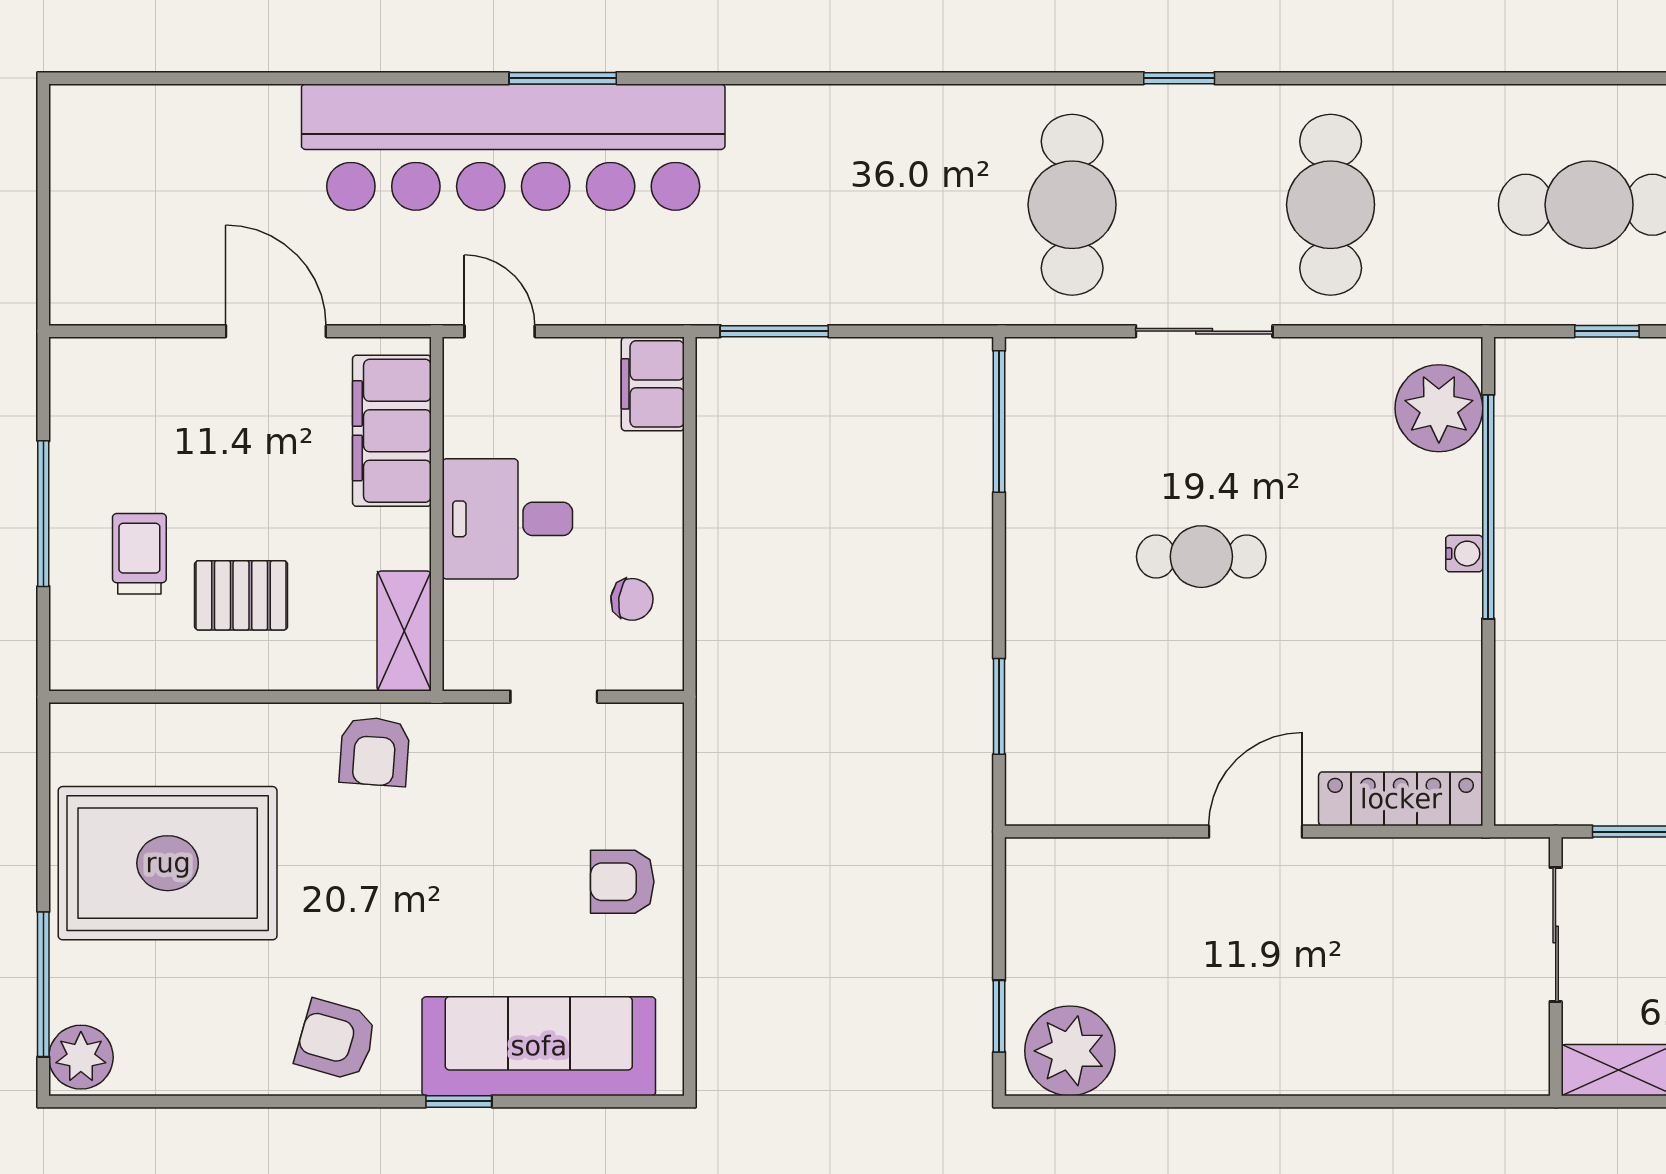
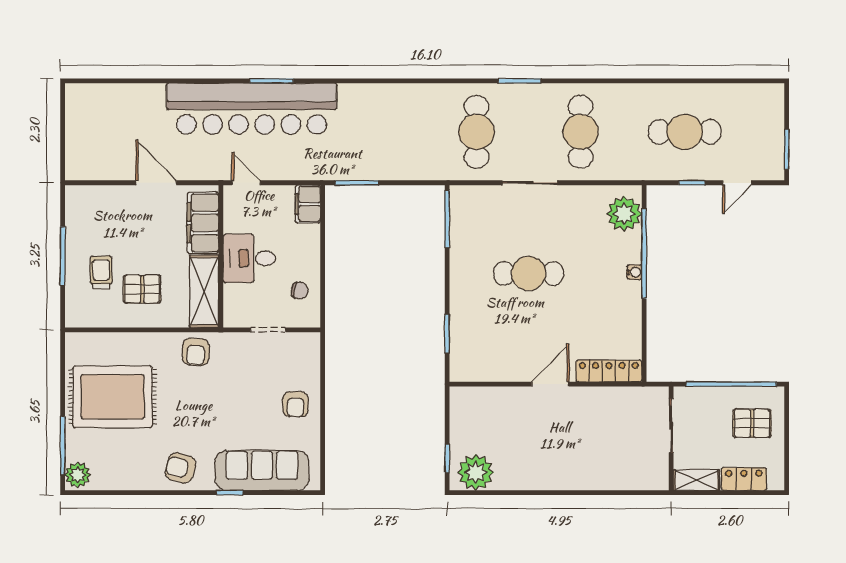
window: (1179, 78) -> (520, 81), width x1.50
cafe table: (1201, 557) -> (529, 273), width x1.37, depth x1.35
shelving: (404, 631) -> (204, 291), width x1.50, depth x1.33
armchair: (622, 882) -> (296, 404), turned -90

